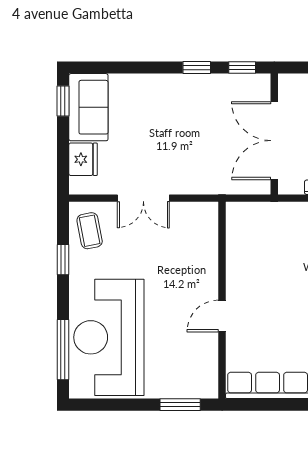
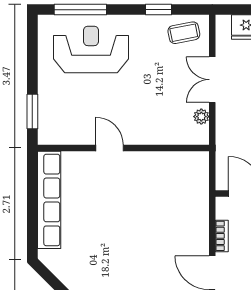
plant: (186, 211) -> (201, 117), added
reception desk: (109, 337) -> (91, 50), width x0.74, depth x0.77

